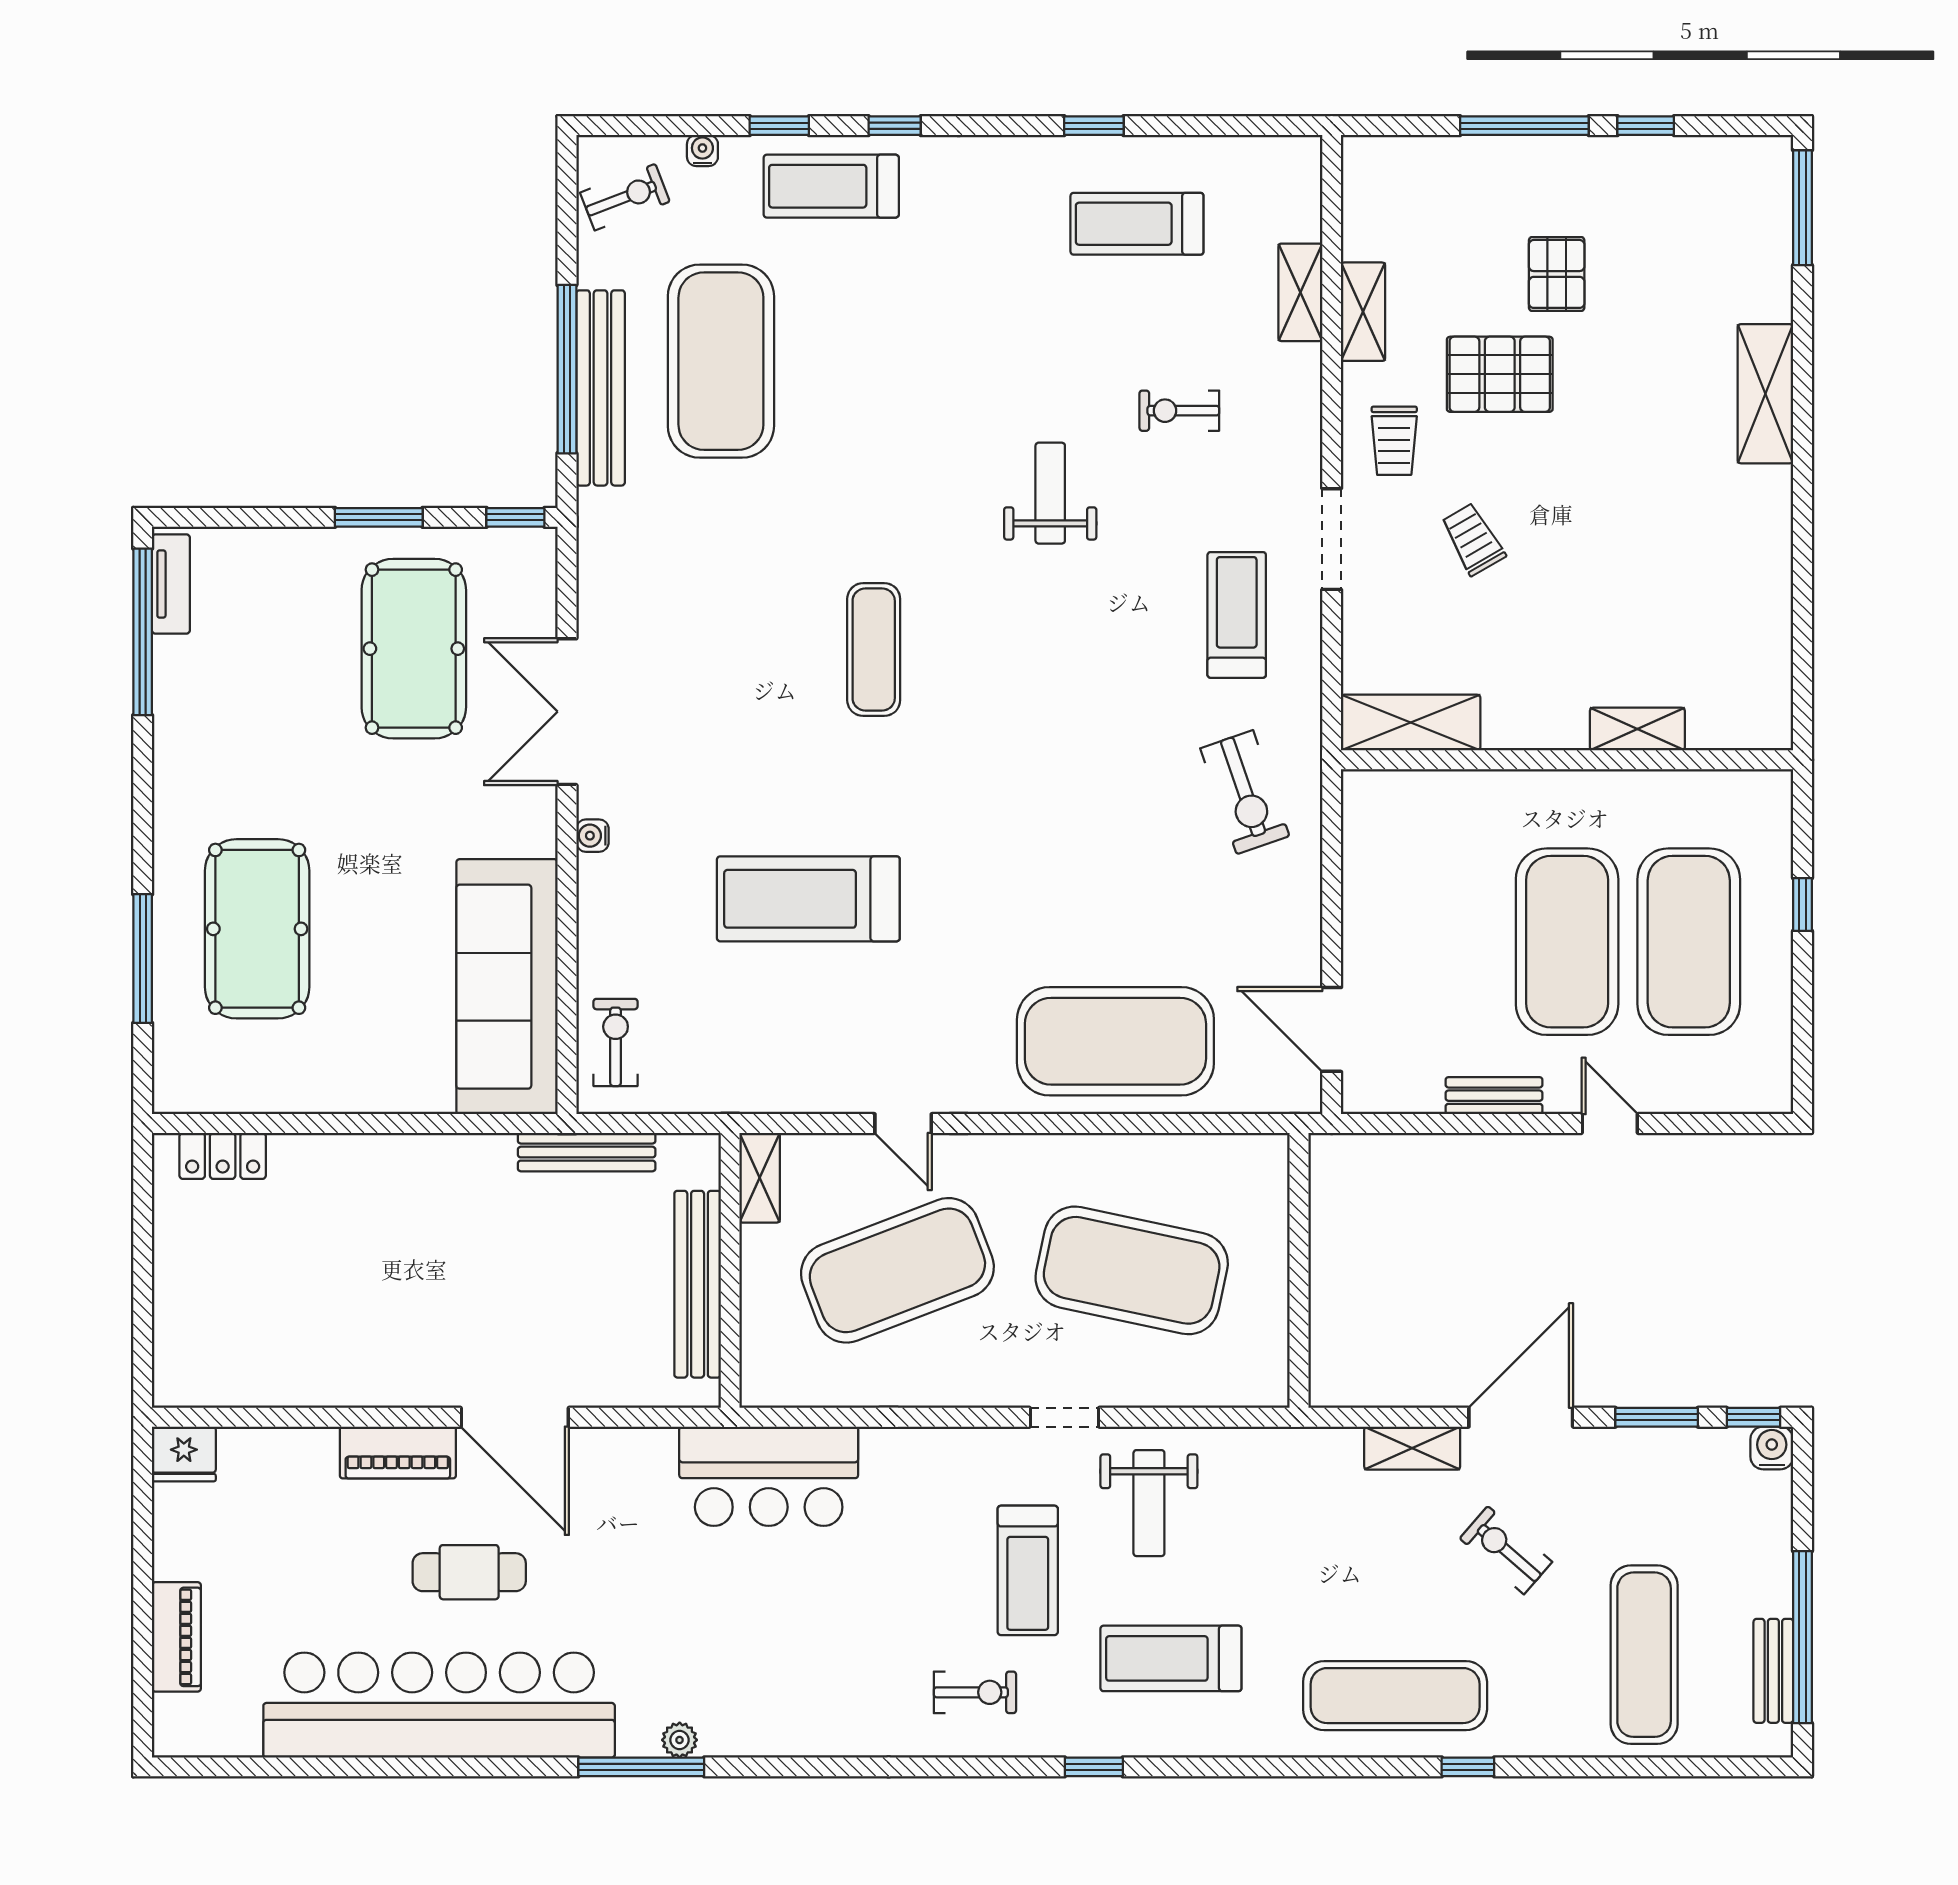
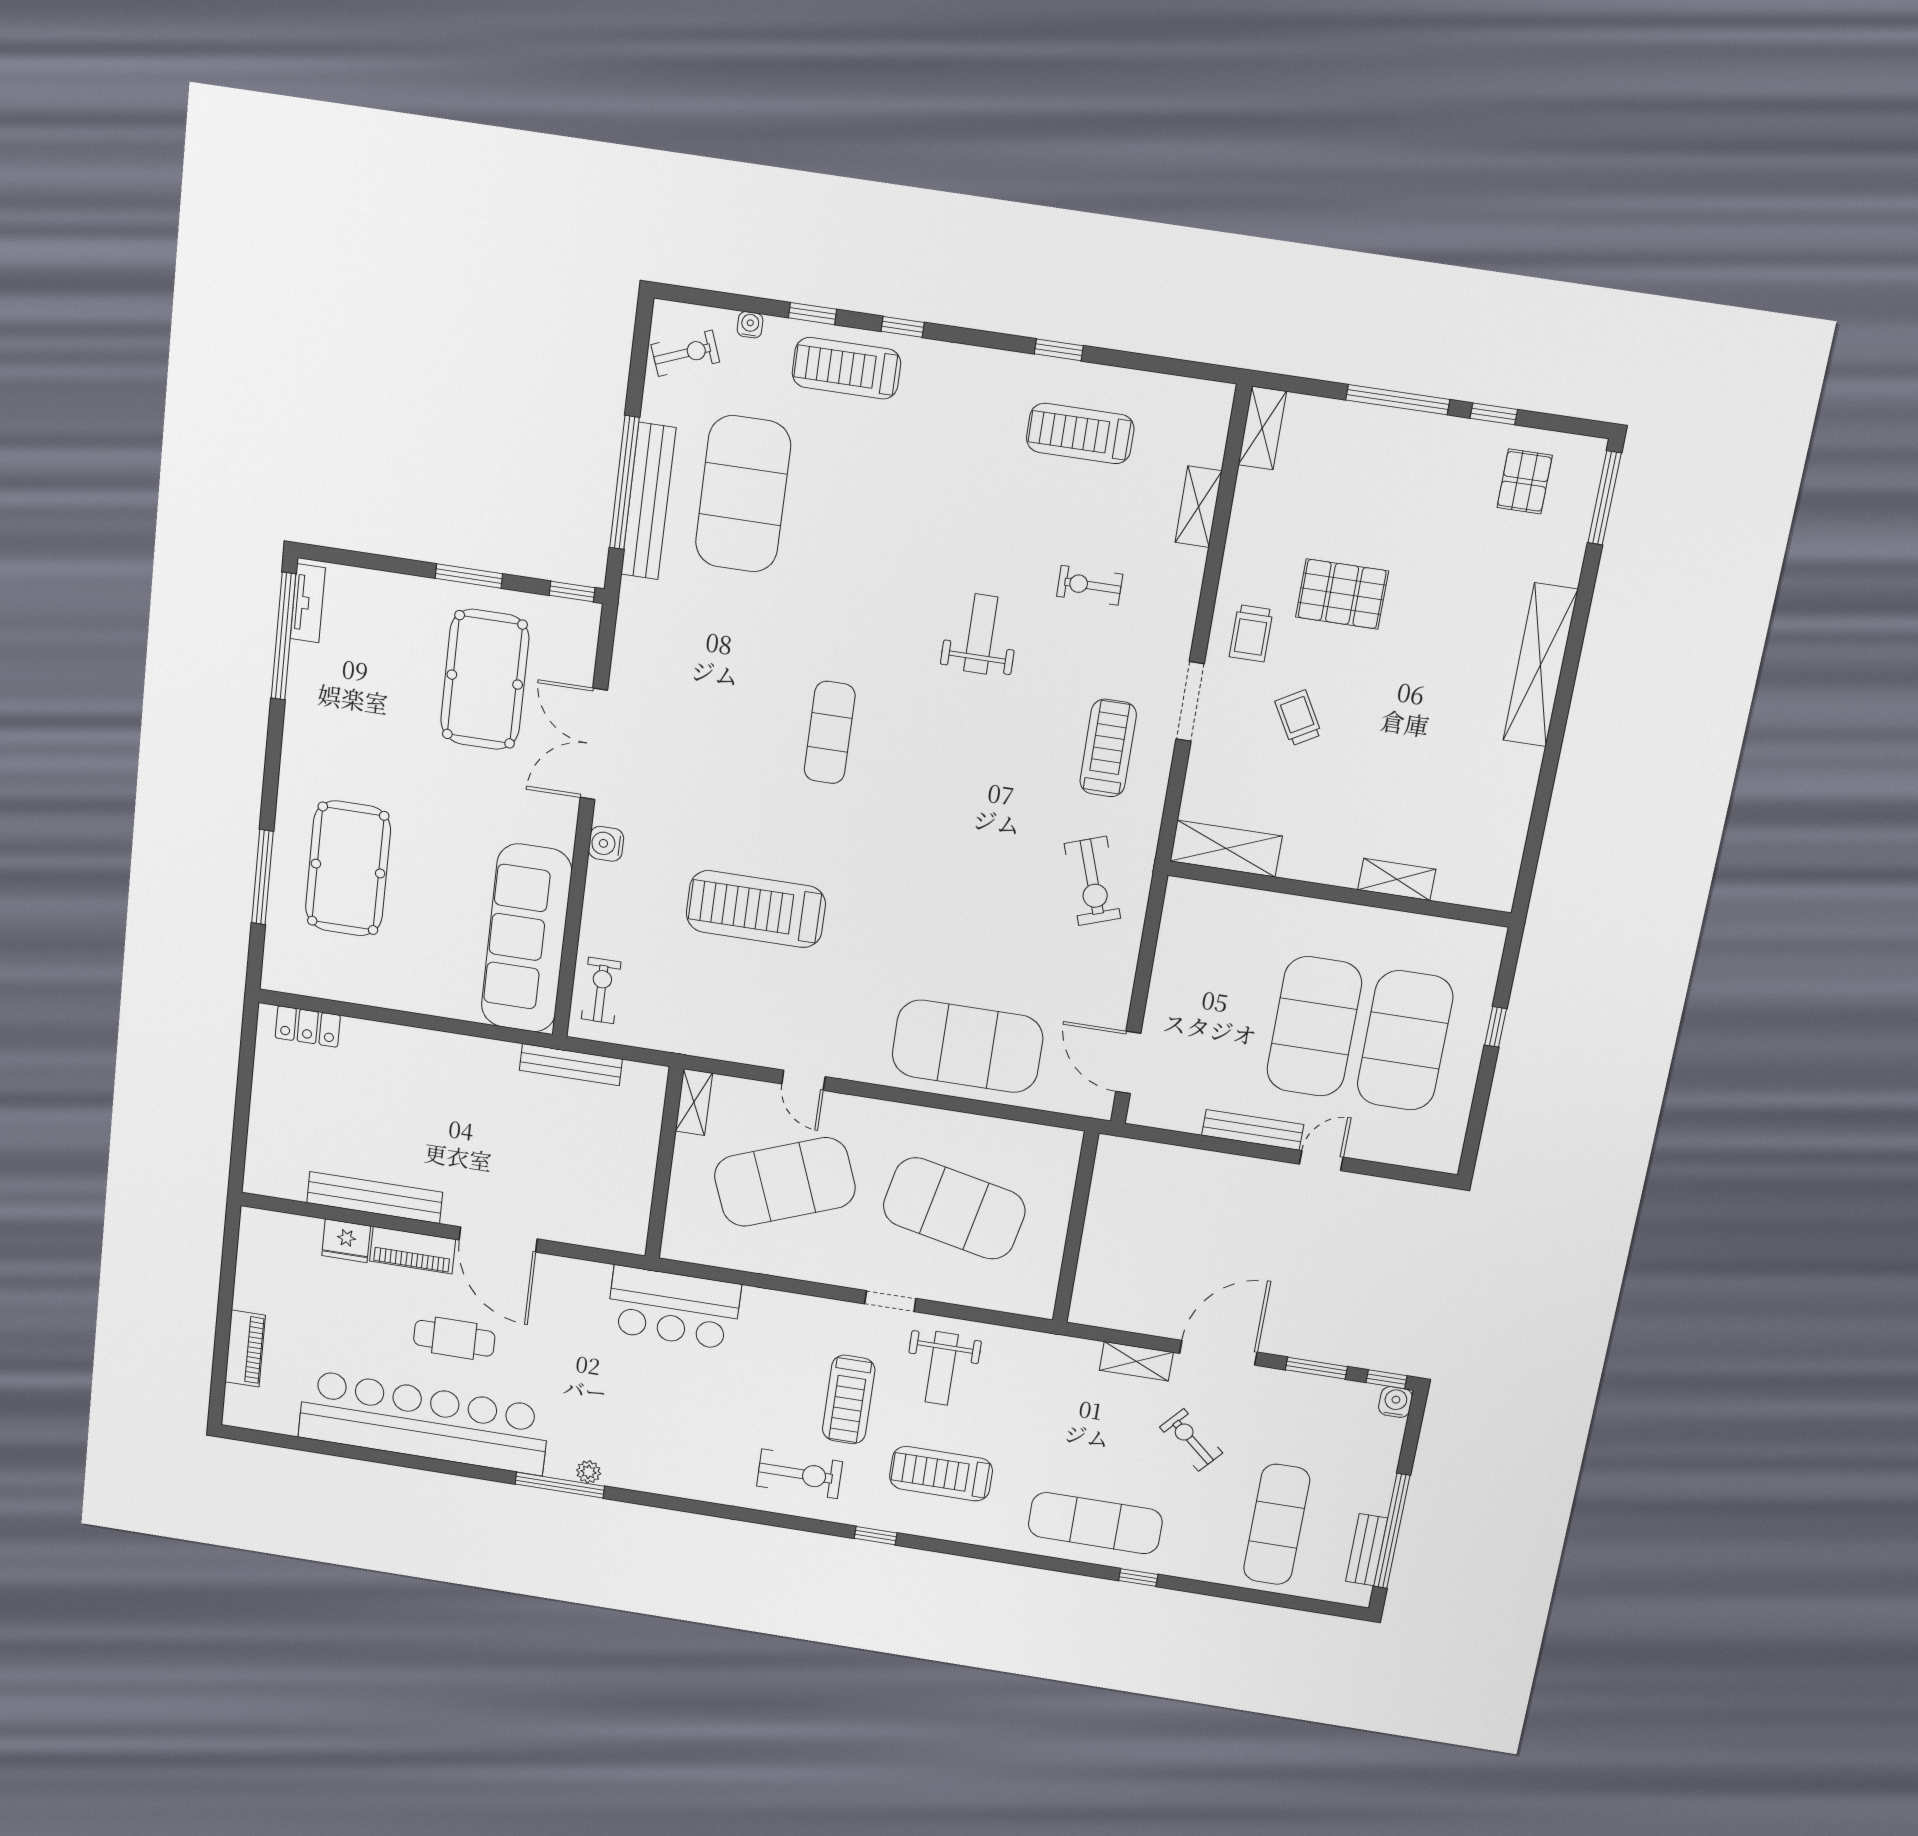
pallet: (1557, 274) -> (1525, 481), moved
shelving: (1363, 312) -> (1262, 428), moved
shelving: (1765, 394) -> (1540, 665), width x1.47
water cooler: (592, 836) -> (606, 844), width x1.38, depth x1.38
bench: (1494, 1096) -> (1253, 1130), width x1.36
door: (1610, 1123) -> (1321, 1161), hinge flipped
bench: (698, 1284) -> (375, 1198), moved, turned 90
fridge: (184, 1454) -> (346, 1241), moved
exercise bike: (975, 1692) -> (800, 1474), width x1.38, depth x1.39

